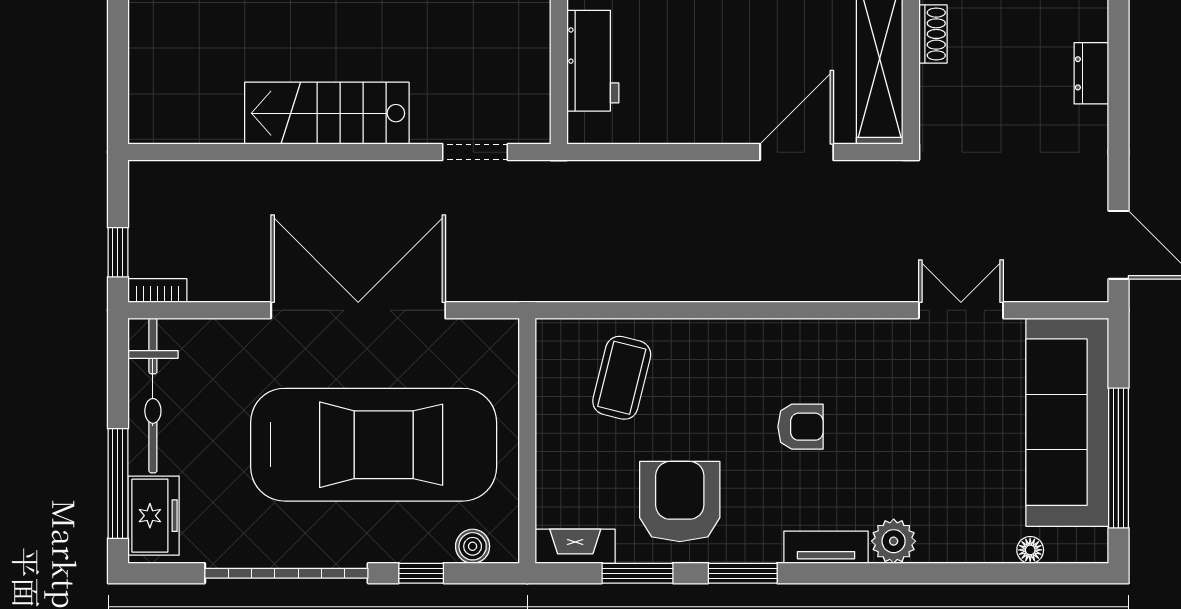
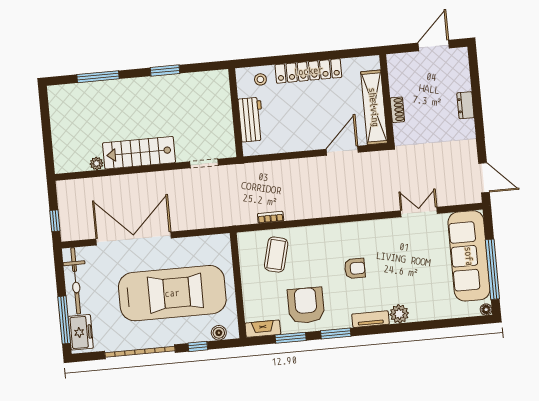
shoe rack: (933, 34) -> (397, 110), moved
plant: (226, 129) -> (97, 163), added
bookcase: (157, 290) -> (271, 217), moved
double door: (358, 310) -> (134, 239), moved
floor lamp: (1030, 550) -> (486, 310), moved

